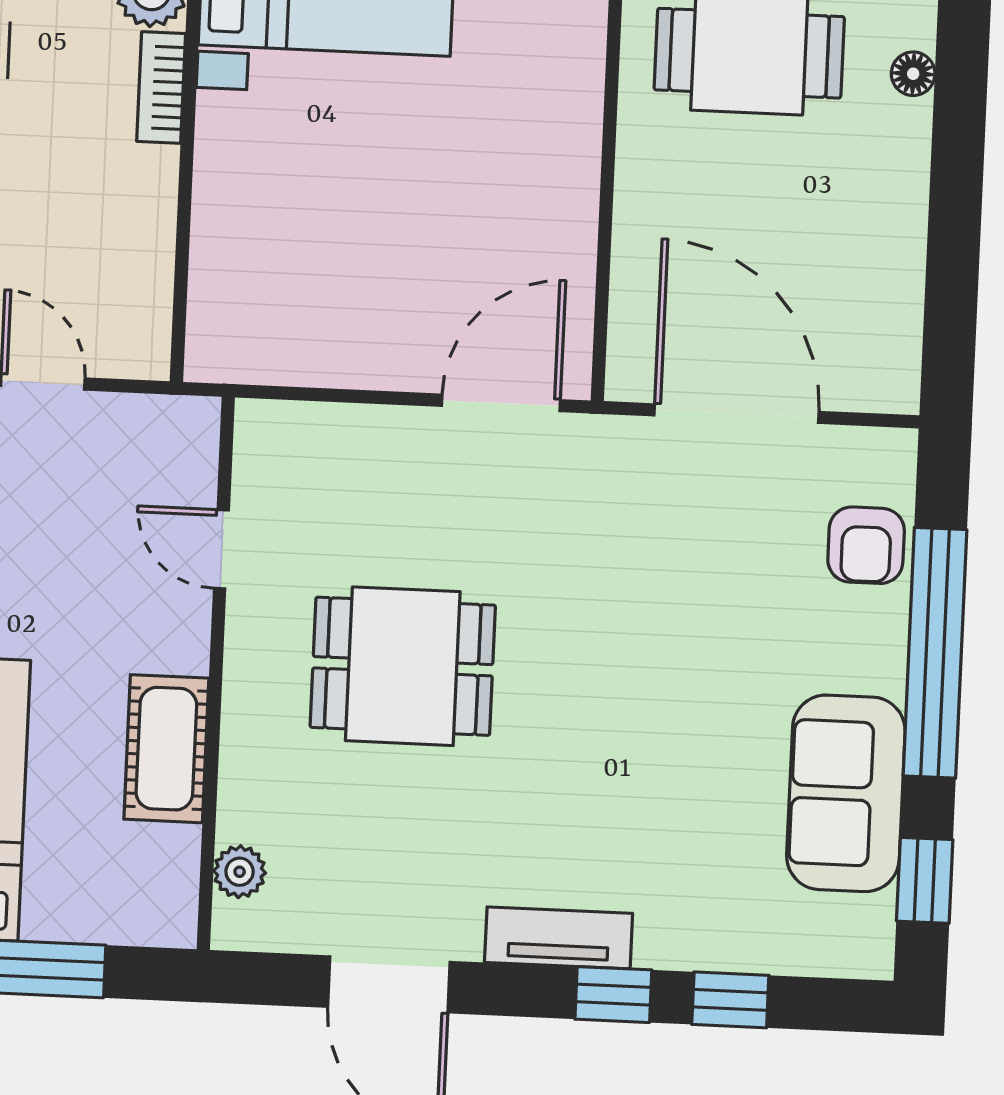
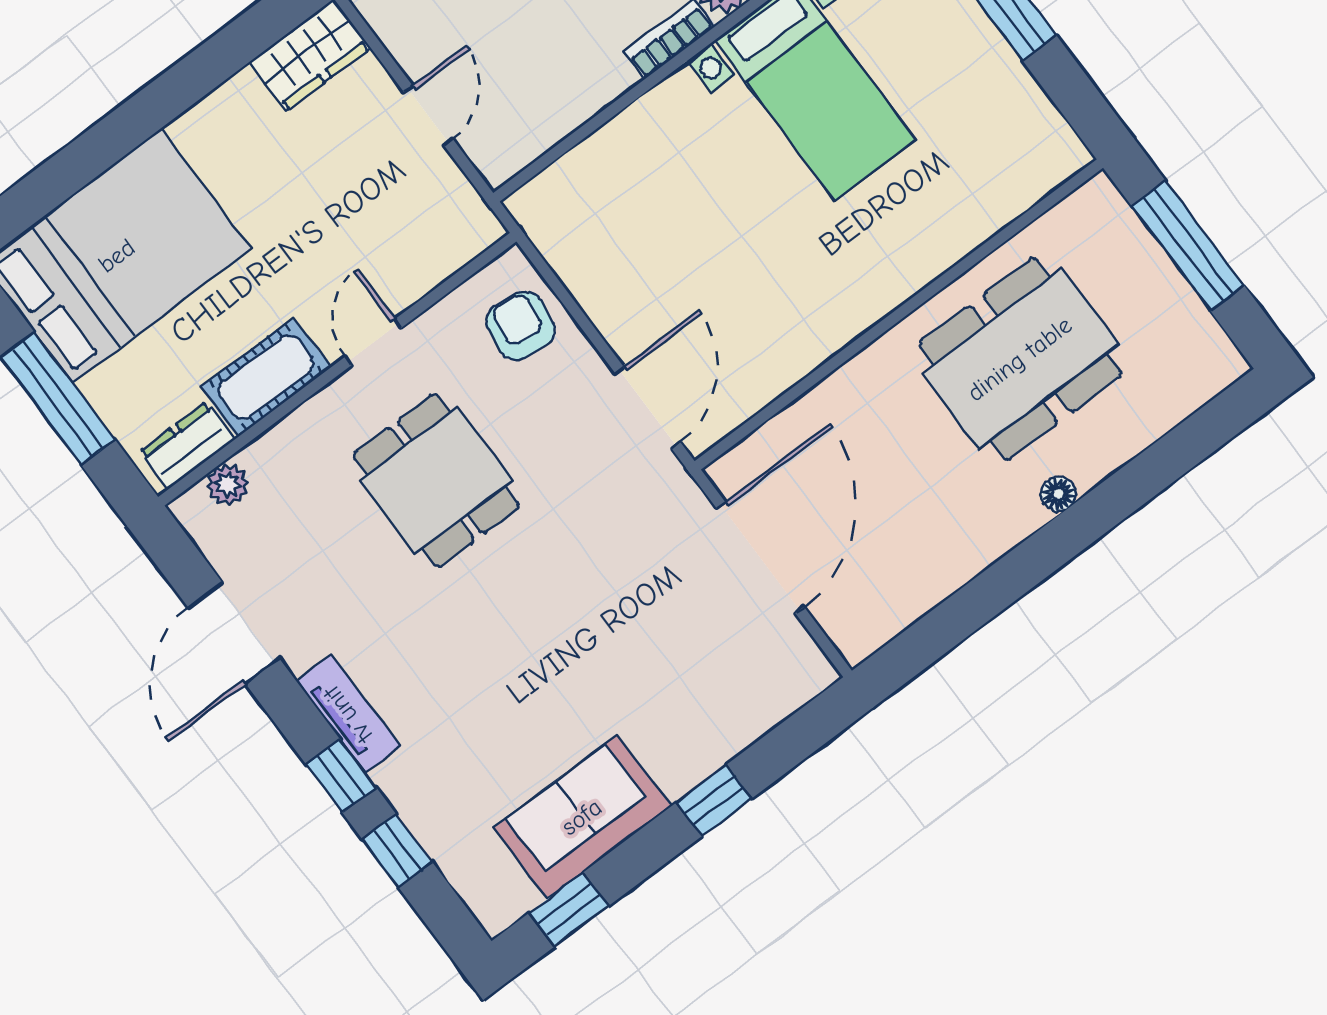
door: (501, 403) -> (648, 408), hinge flipped
armchair: (866, 545) -> (521, 326), moved, turned 98
door: (221, 549) -> (373, 342), moved
window: (935, 653) -> (714, 801), width x0.32
dresser: (170, 880) -> (187, 446), added

